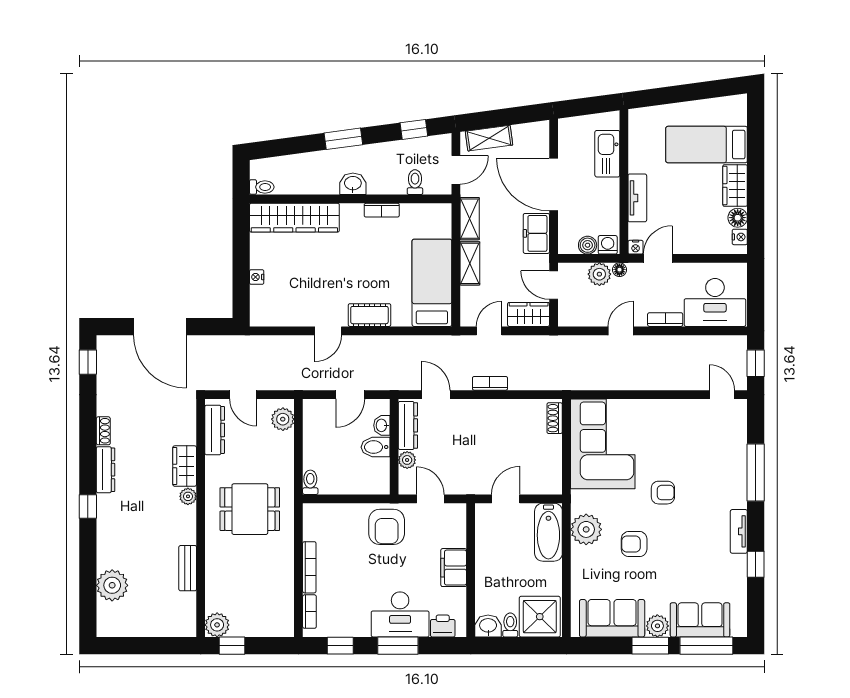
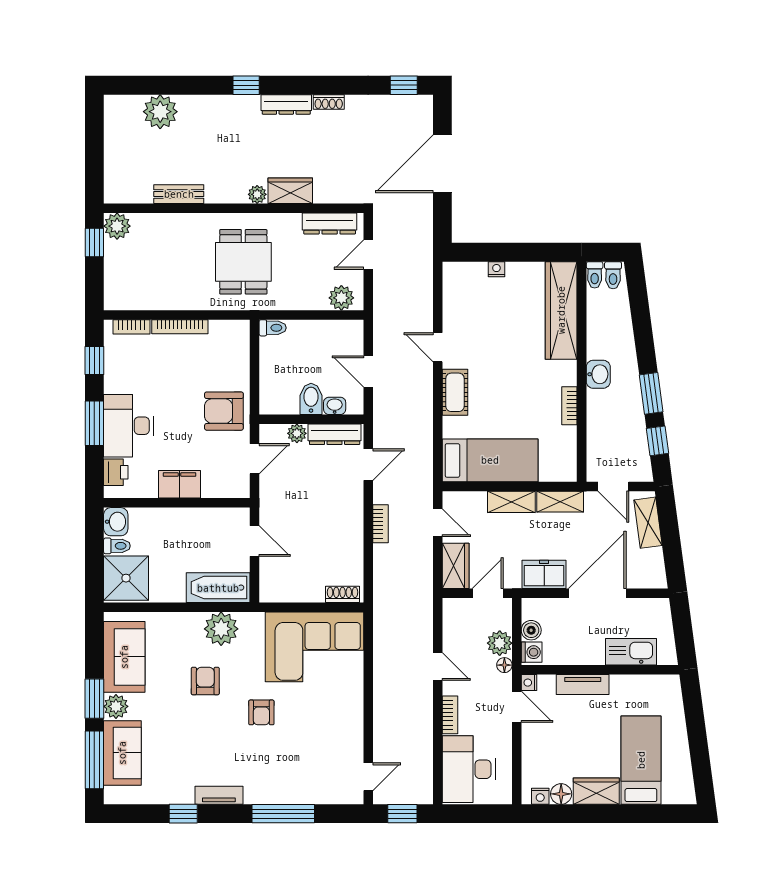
window: (343, 139) -> (651, 393), moved
toilet: (415, 182) -> (613, 275), moved, turned 90

